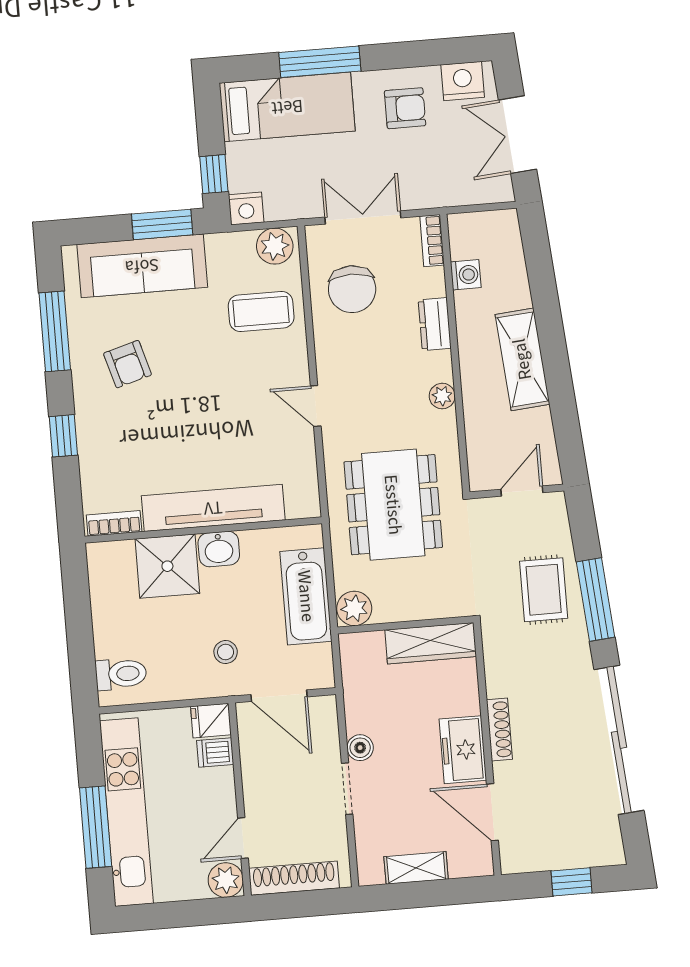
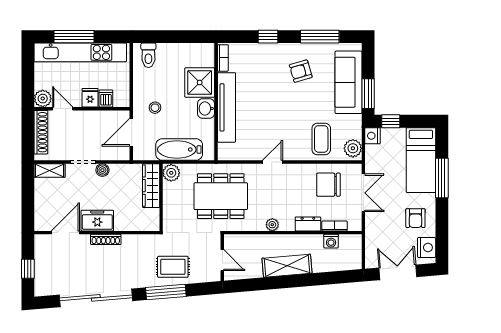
bookcase: (432, 241) -> (334, 226), moved
wardrobe: (431, 643) -> (151, 186), moved
fridge: (211, 721) -> (90, 98), moved
shelving: (416, 868) -> (49, 170), moved, turned 90

